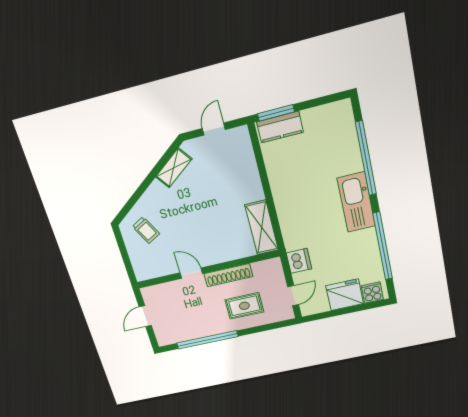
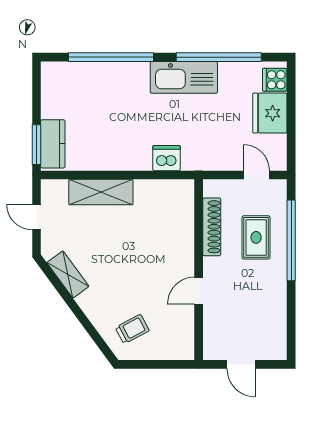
kitchen sink: (356, 202) -> (184, 77), moved
shelving: (262, 228) -> (101, 192), moved
dishwasher: (299, 261) -> (167, 158), moved
shoe rack: (228, 275) -> (212, 227), moved
window: (207, 340) -> (291, 240), moved

